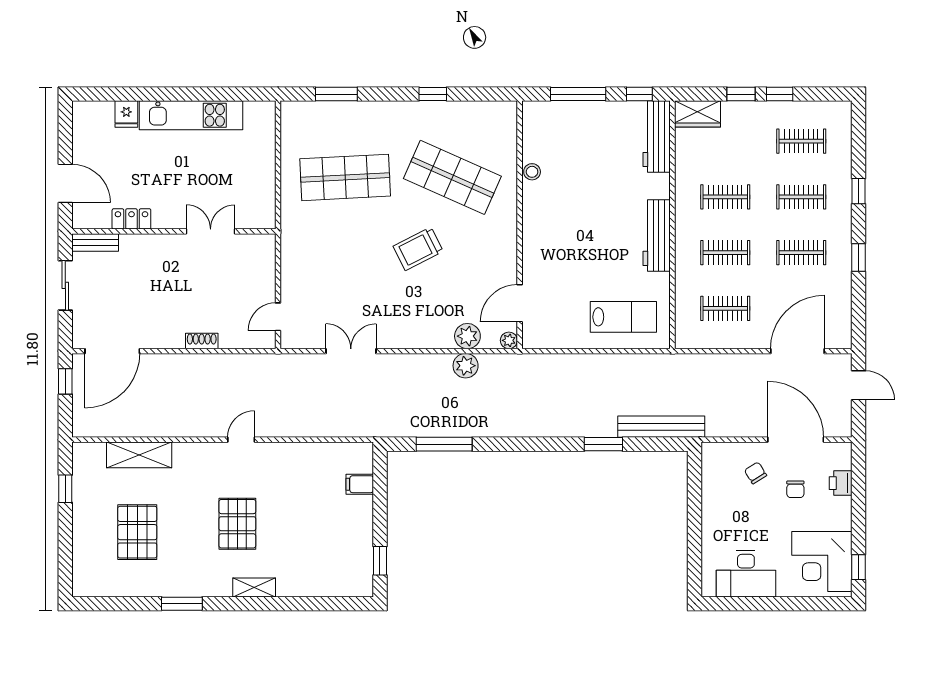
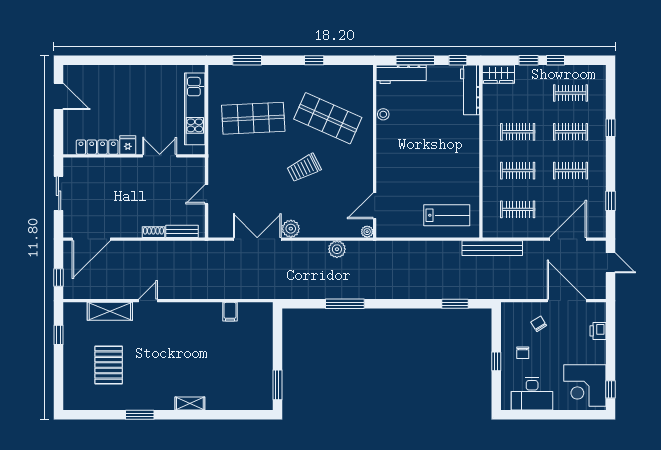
fridge: (126, 114) -> (128, 145), moved, turned 180
kitchen unit: (191, 115) -> (195, 109), moved, turned 90
door: (65, 183) -> (59, 96), moved
locker: (131, 219) -> (97, 147), width x1.53
workbench: (657, 235) -> (401, 74), moved, turned -90
bench: (95, 242) -> (182, 231), moved
window: (859, 258) -> (610, 201), moved
door: (278, 317) -> (207, 194), moved
plant: (467, 336) -> (291, 229), moved
double door: (351, 351) -> (257, 239), width x1.37
window: (65, 381) -> (59, 277), moved
bench: (661, 427) -> (492, 248), moved
door: (241, 440) -> (148, 301), moved
window: (444, 444) -> (345, 304), moved
window: (603, 444) -> (455, 304), moved
filing cabinet: (360, 484) -> (230, 312), moved, turned -90
chair: (795, 489) -> (523, 353), moved
pallet: (237, 524) -> (178, 359), removed
window: (695, 527) -> (496, 361), added
window: (380, 561) -> (277, 385), width x1.50

